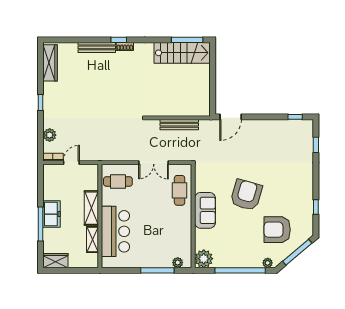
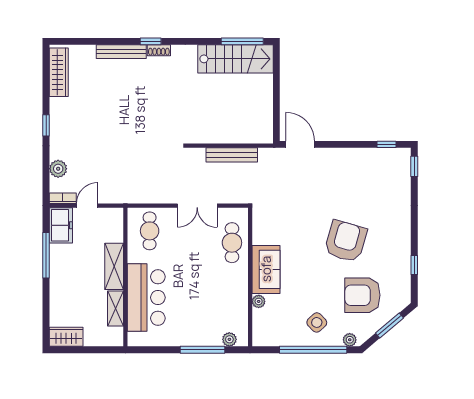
door: (231, 117) -> (300, 144), swing flipped
window: (316, 145) -> (414, 166), moved
cafe table: (118, 181) -> (150, 231), turned 90
armchair: (246, 195) -> (346, 241), moved
freezer: (52, 214) -> (61, 225), moved
window: (40, 224) -> (46, 255), moved
side table: (243, 250) -> (317, 322), added
window: (297, 252) -> (389, 325), width x0.69
plant: (204, 259) -> (259, 301), moved, width x0.53, depth x0.53

